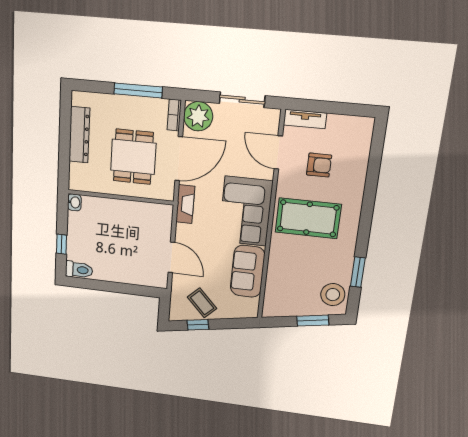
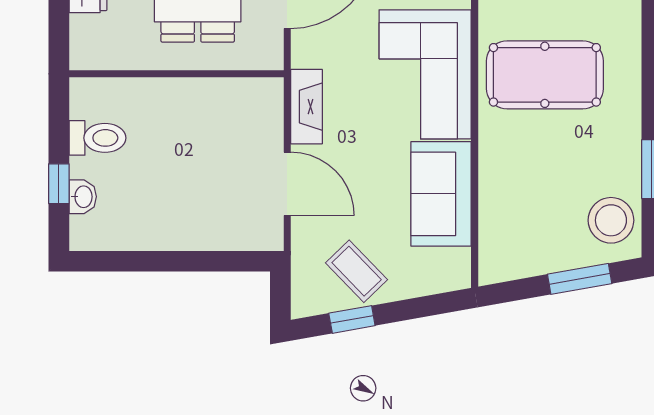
washbasin: (74, 202) -> (83, 197), moved
fireplace: (185, 204) -> (306, 107), moved
toilet: (79, 270) -> (97, 138), moved

